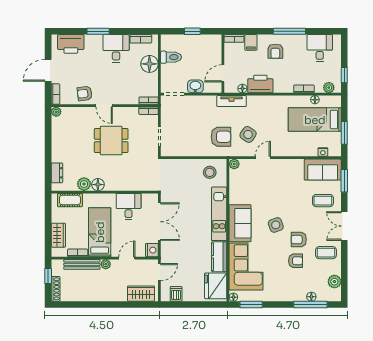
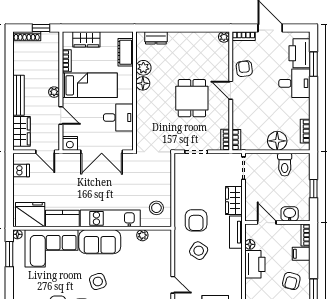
window: (98, 31) -> (314, 64), moved
desk: (116, 48) -> (294, 83), moved
armchair: (275, 51) -> (291, 281), turned -76
washbasin: (195, 86) -> (290, 214), moved, turned -90
wardrobe: (203, 103) -> (234, 201), added
door: (104, 106) -> (231, 90), hinge flipped
door: (263, 158) -> (173, 285), moved
plant: (234, 164) -> (142, 235), moved
bench: (82, 264) -> (18, 95), moved

